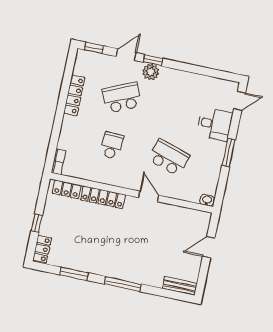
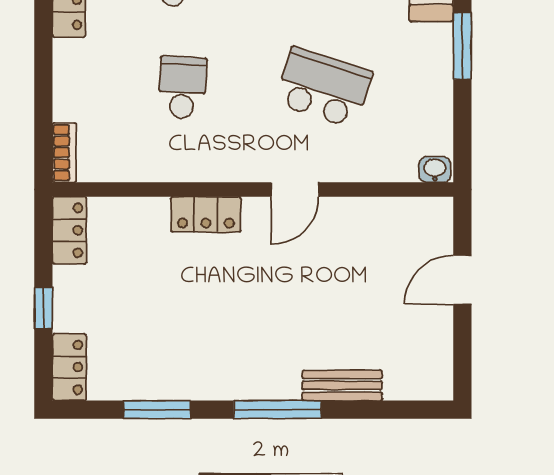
locker: (67, 189) -> (69, 230), moved, turned -90
door: (149, 196) -> (295, 190), swing flipped
locker: (103, 197) -> (206, 214), width x0.66
bench: (180, 286) -> (342, 385), moved

